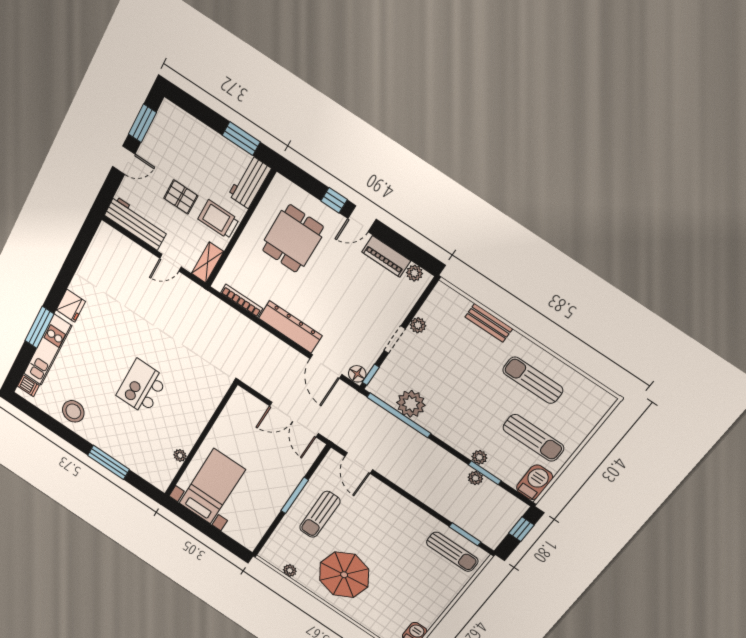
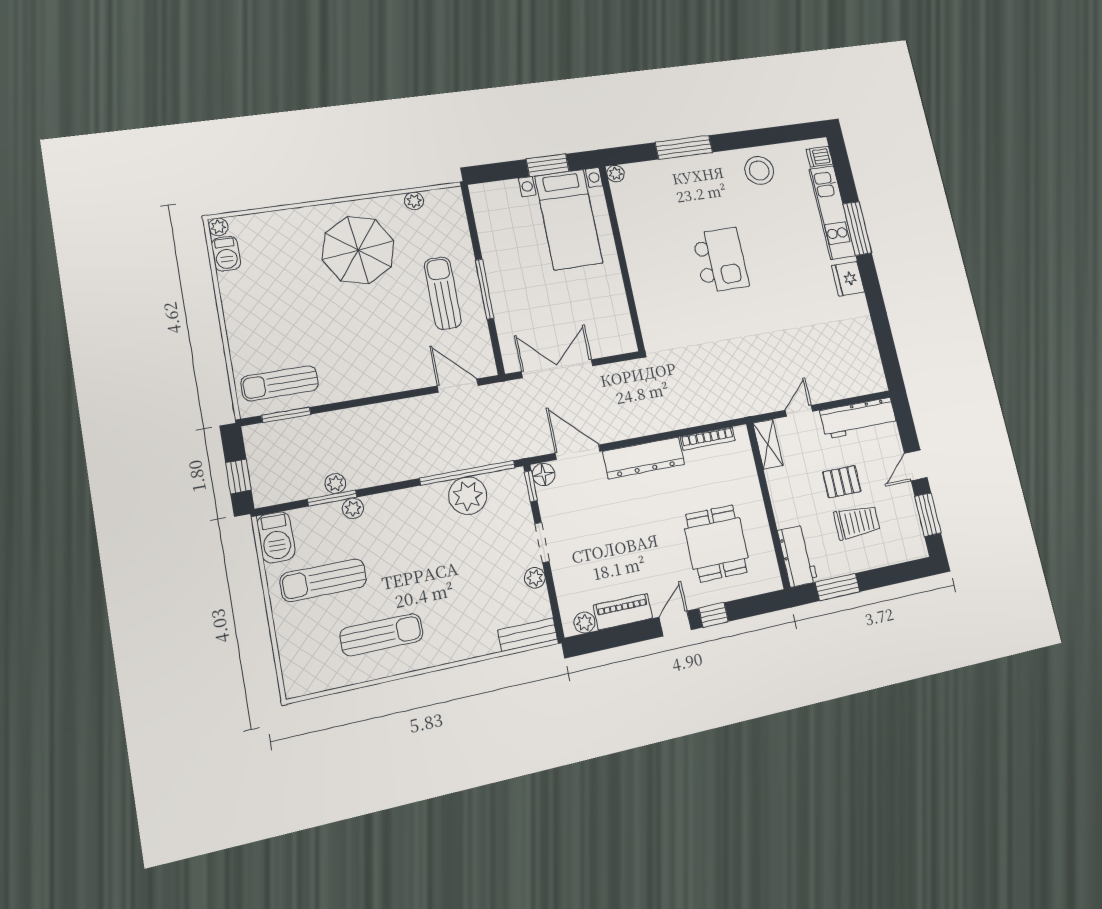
trolley: (218, 219) -> (857, 522), moved
bench: (489, 323) -> (528, 635), moved
plant: (180, 455) -> (616, 174), moved
window: (198, 523) -> (548, 165), added

